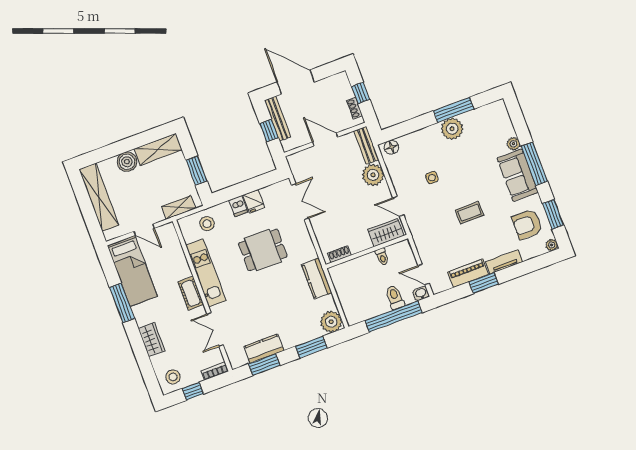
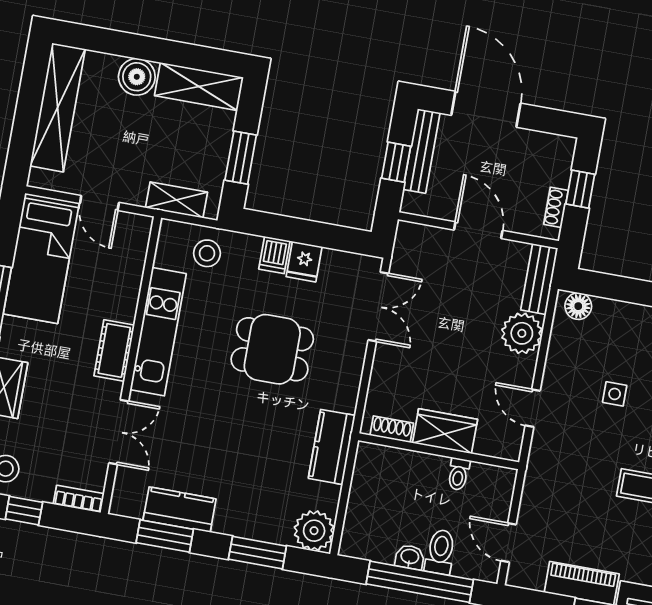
wardrobe: (386, 233) -> (445, 431), moved
washbasin: (421, 294) -> (410, 557), moved
double door: (215, 329) -> (119, 432), swing flipped

